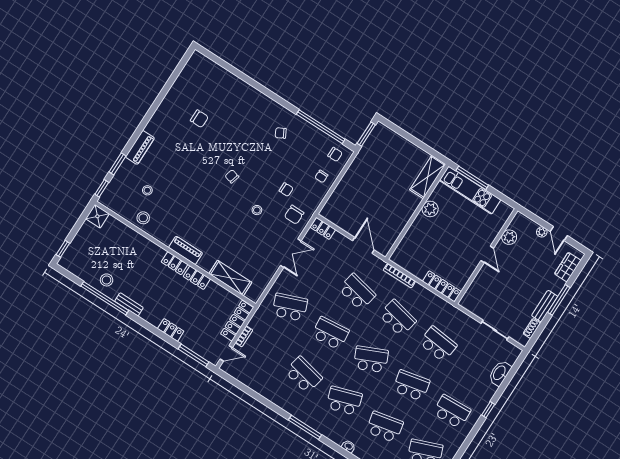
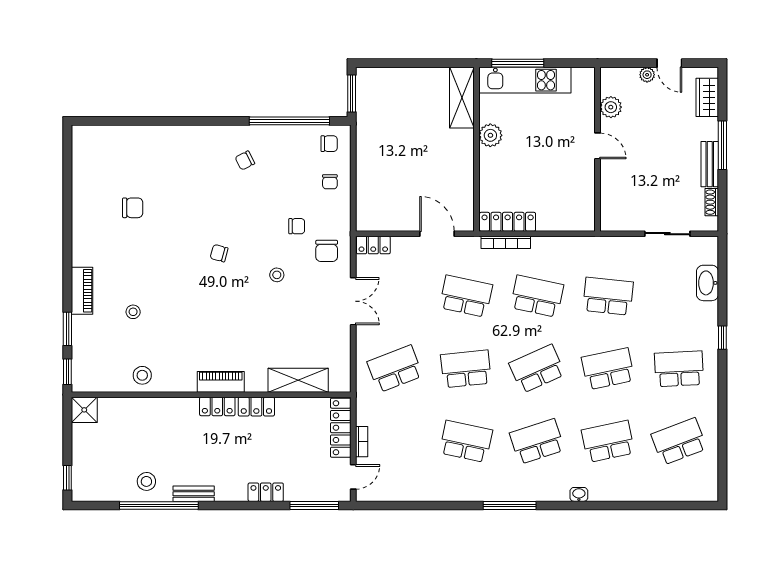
stool: (147, 190) -> (133, 312), moved
locker: (442, 286) -> (508, 222), moved

